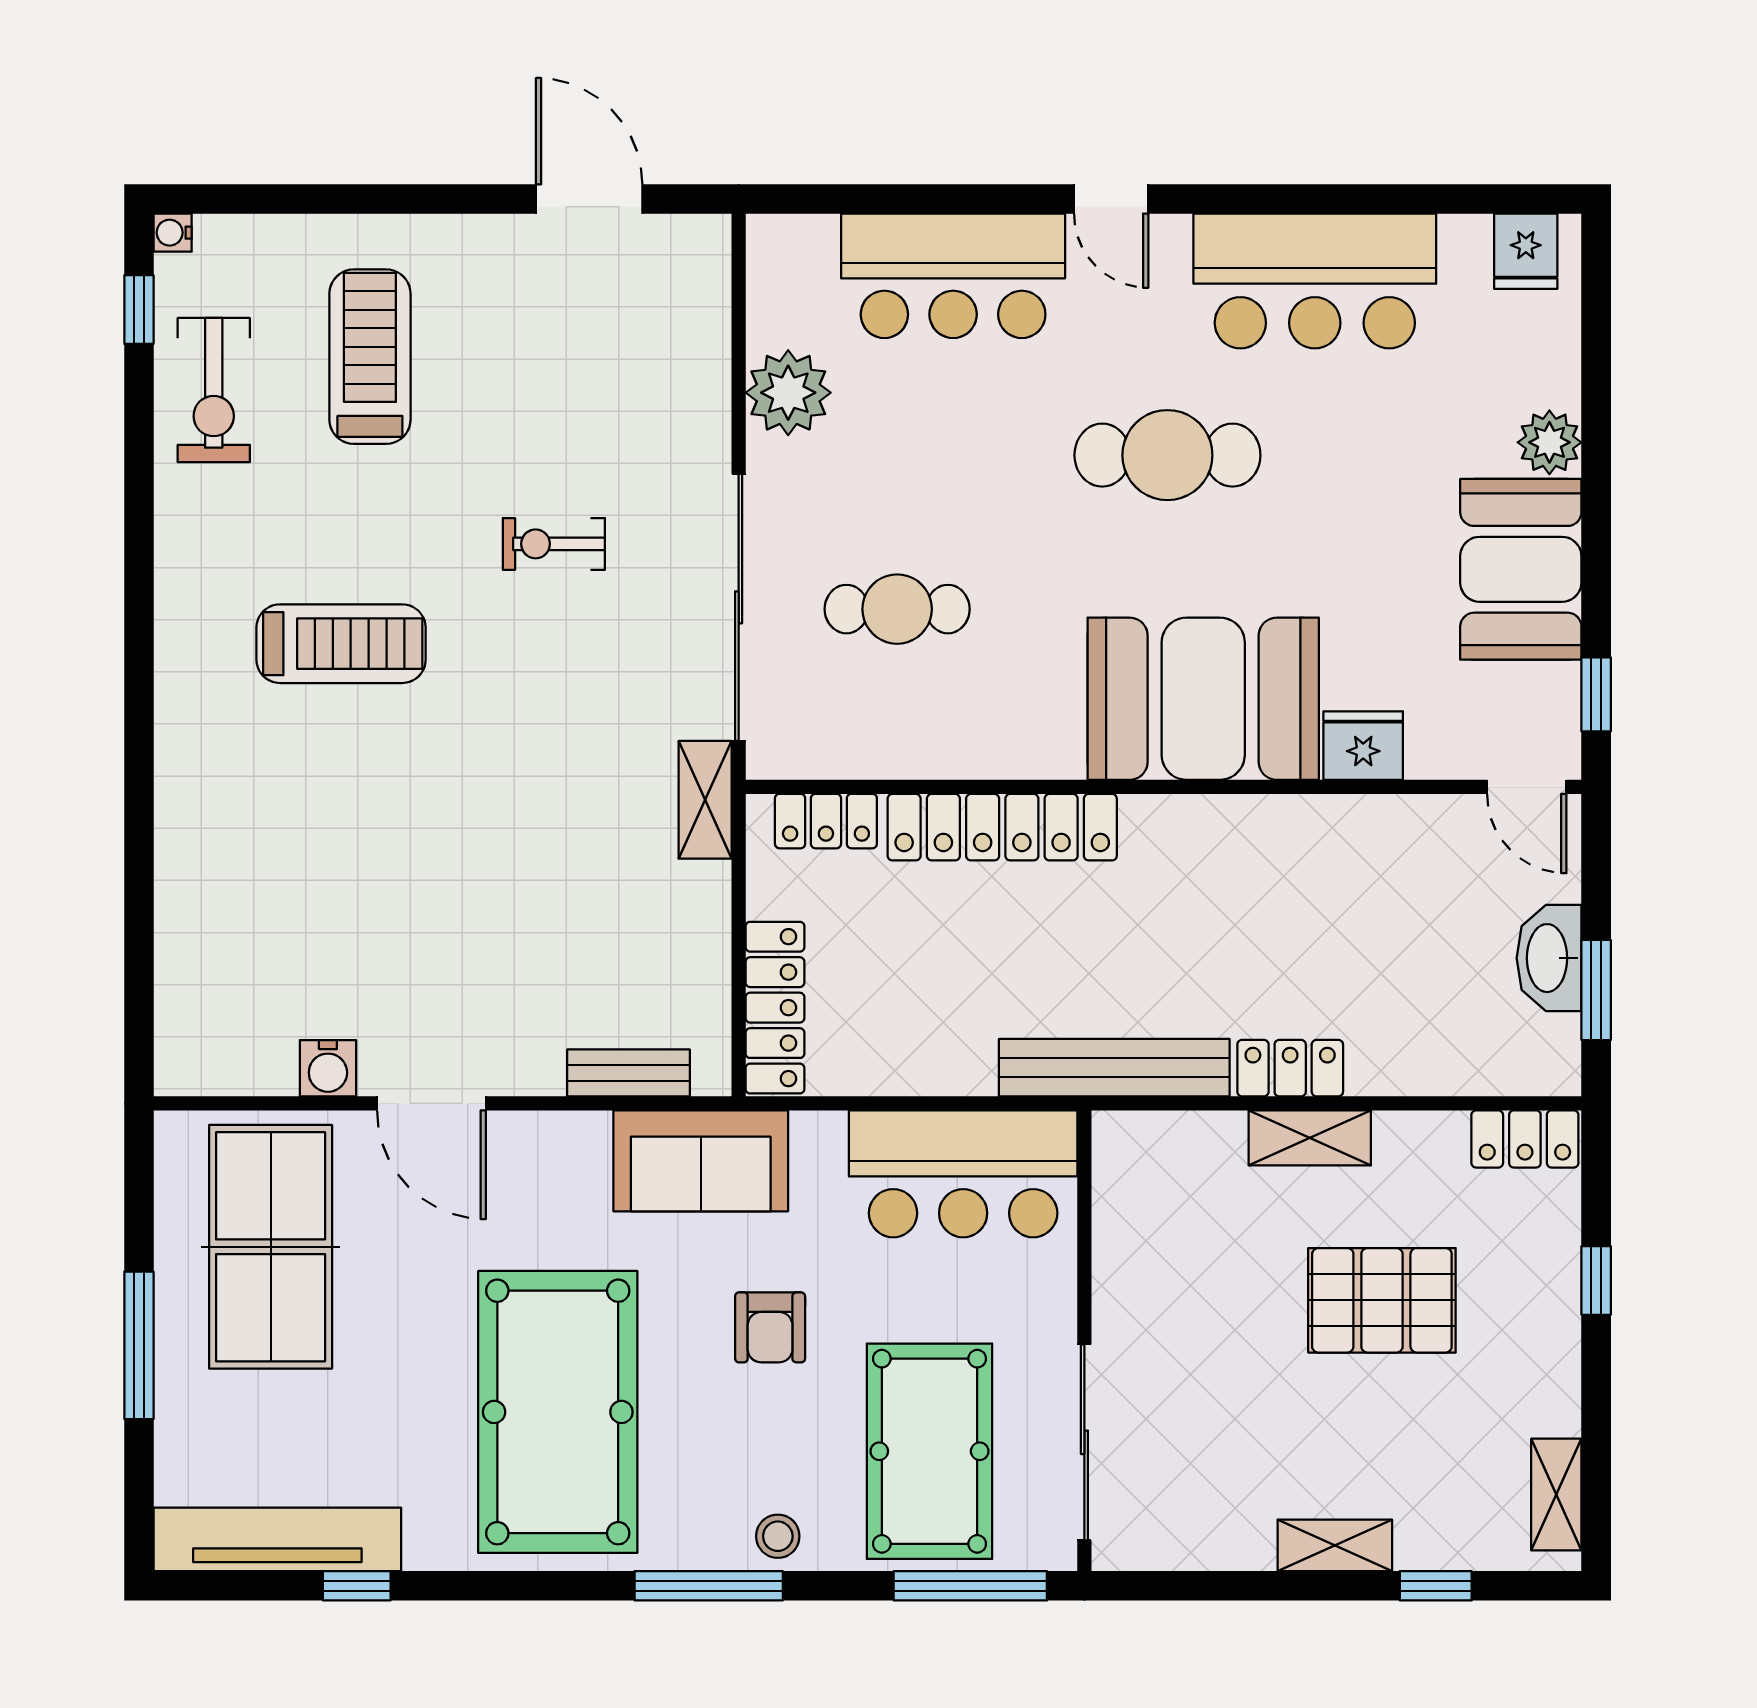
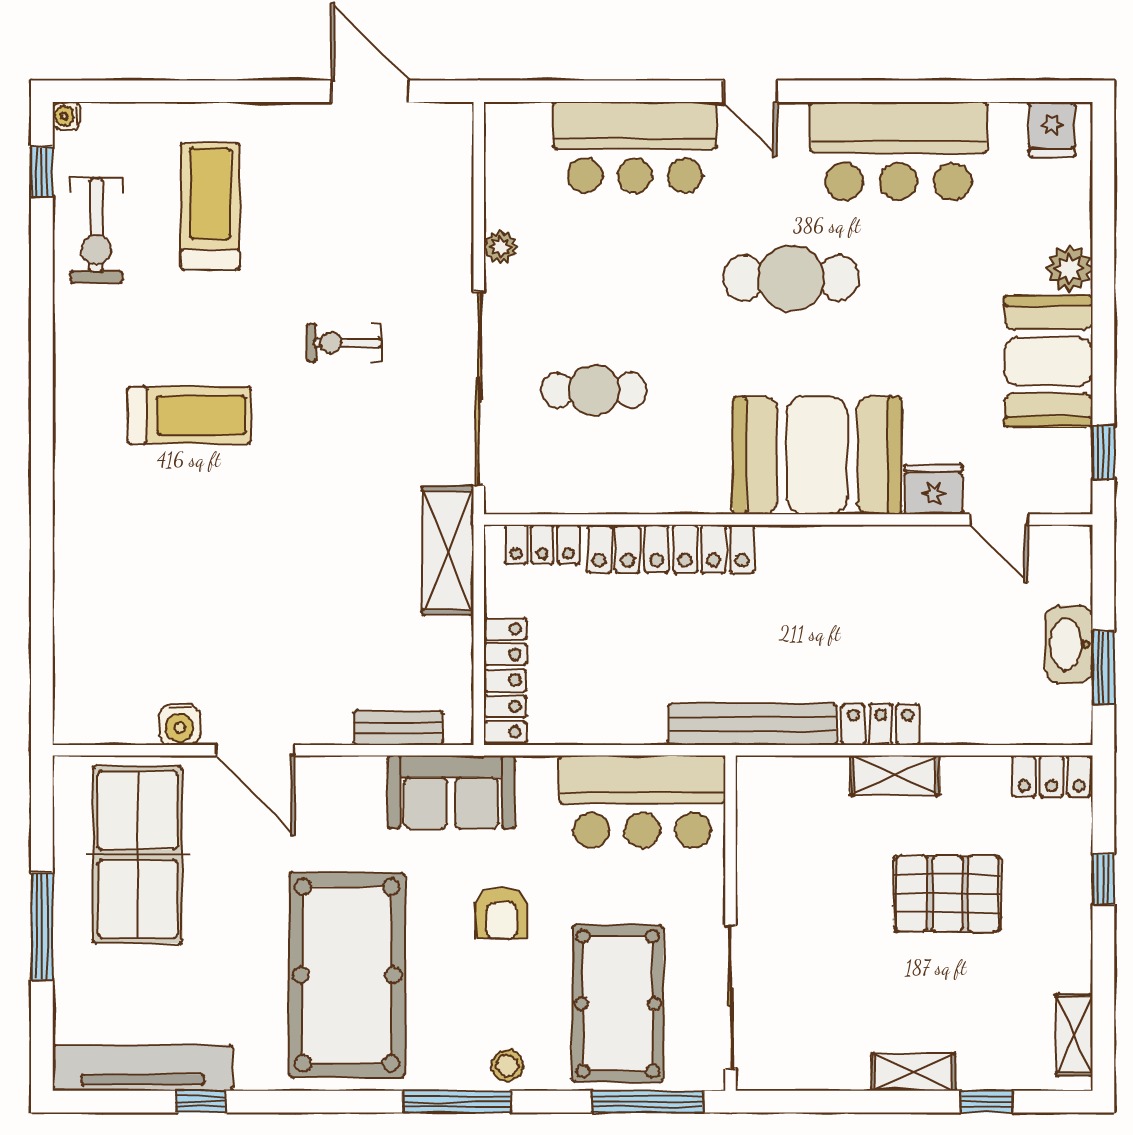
plant: (788, 393) -> (500, 247), width x0.53, depth x0.53
door: (1527, 787) -> (999, 520), moved
shelving: (705, 800) -> (448, 550), width x1.50, depth x1.33

